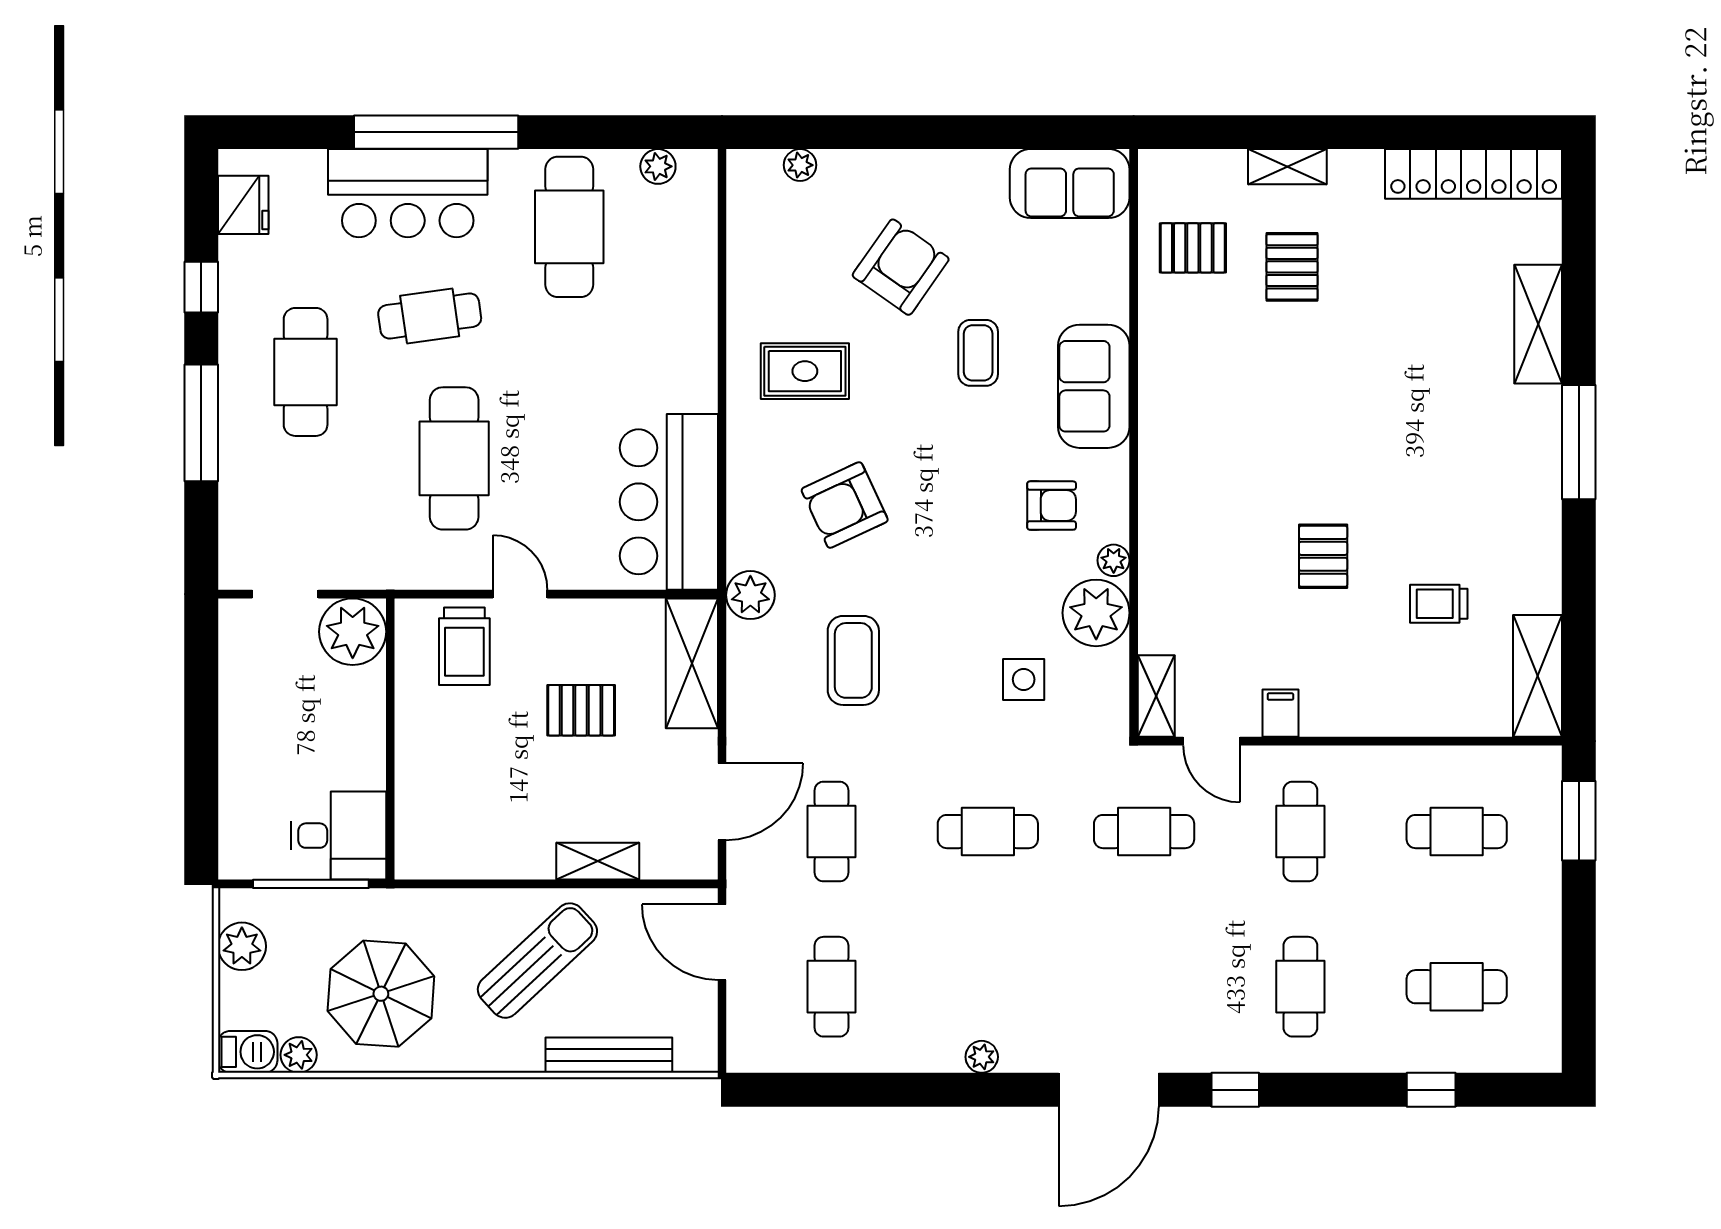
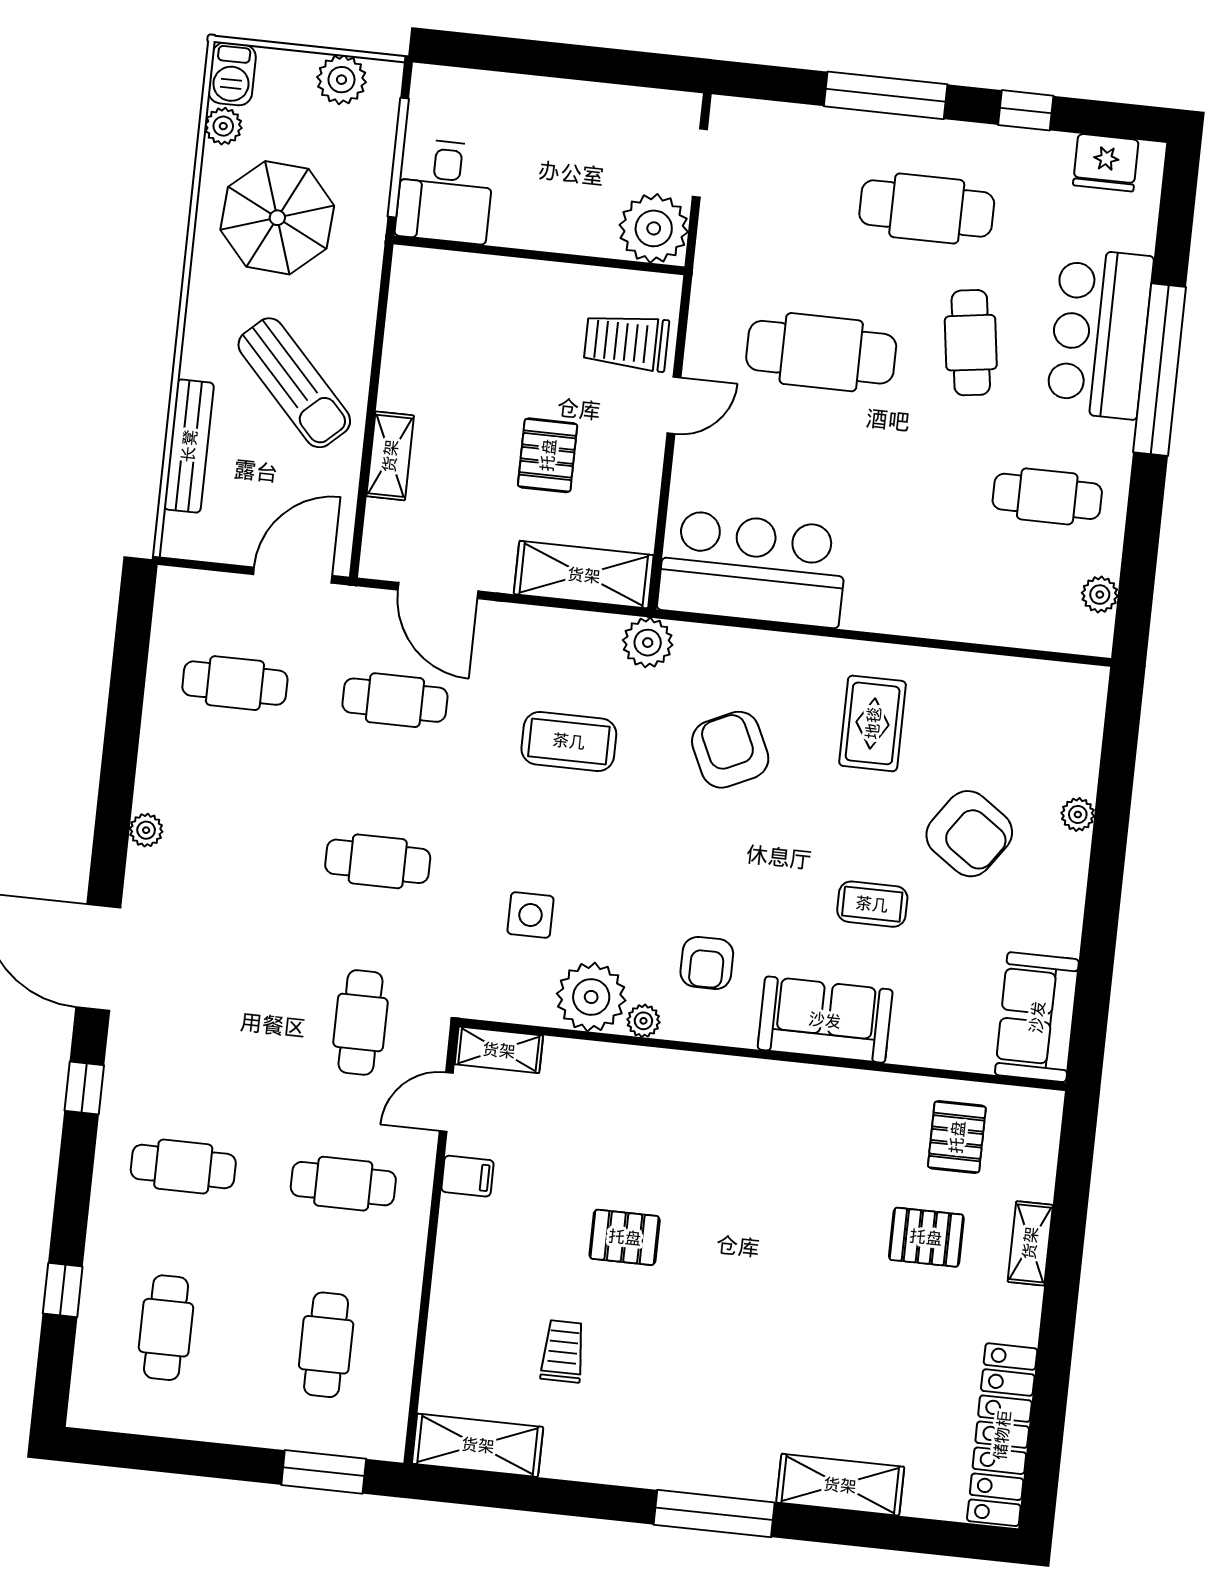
plant: (800, 165) -> (1078, 814), moved
cafe table: (569, 227) -> (1047, 496), width x0.73, depth x0.74
cafe table: (988, 832) -> (378, 861), turned 90

